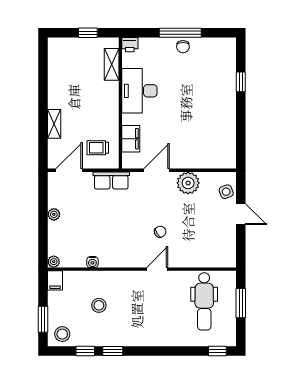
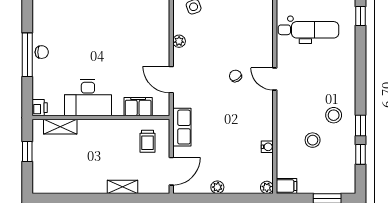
door: (69, 170) -> (171, 171), swing flipped
plant: (188, 183) -> (179, 41), width x0.53, depth x0.53
stool: (62, 334) -> (334, 115), moved

